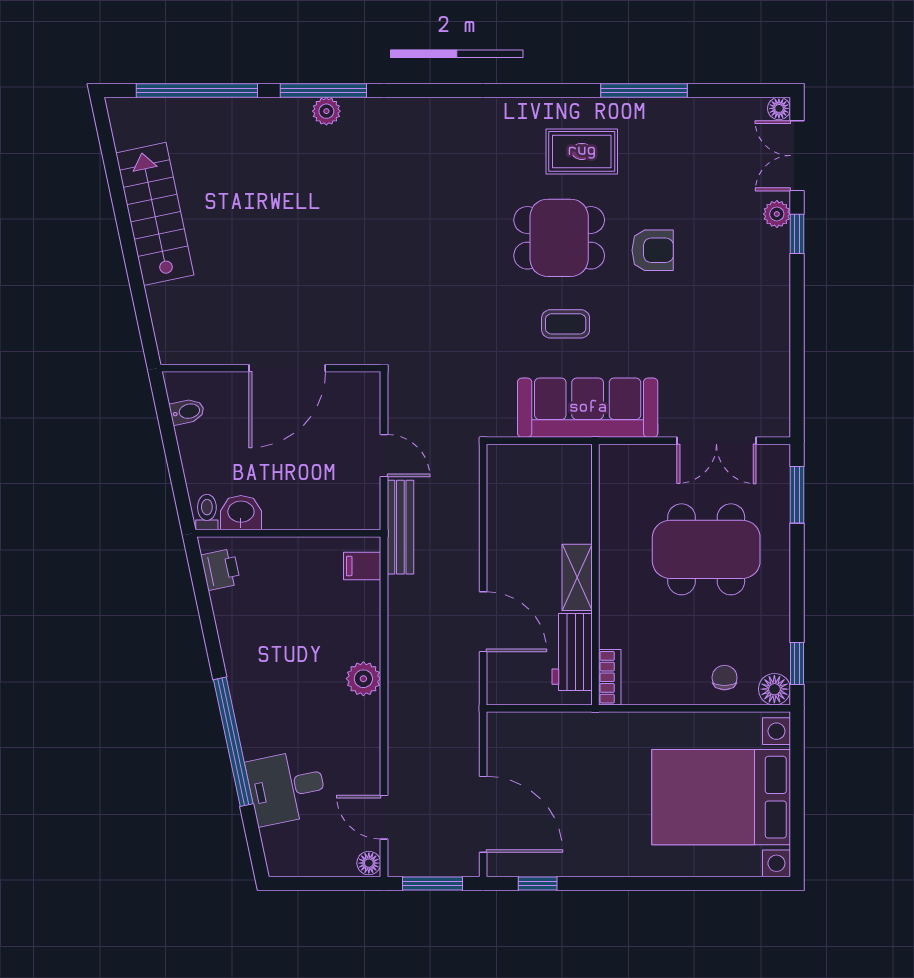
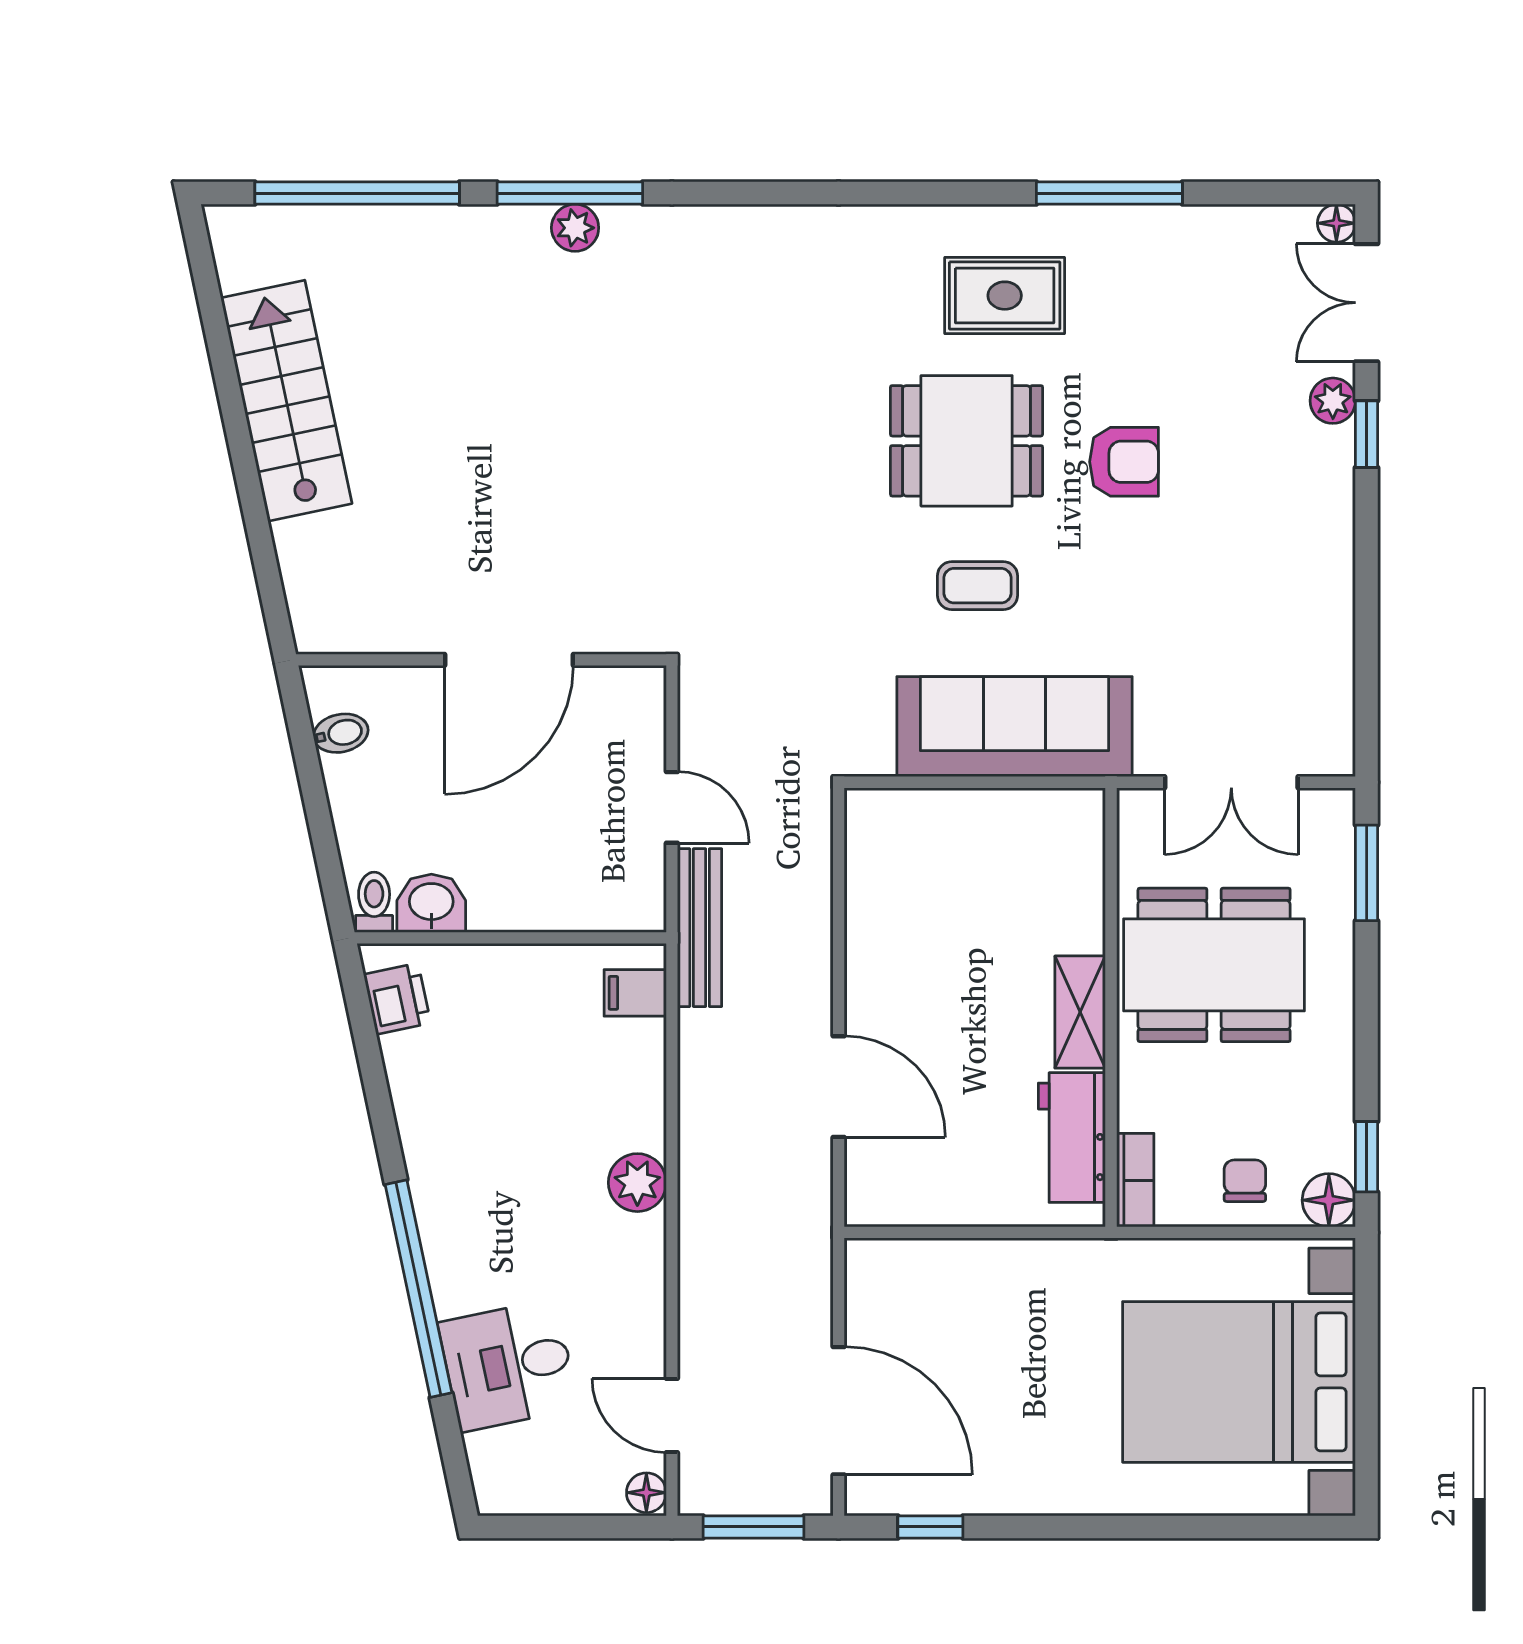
wall: (595, 575) -> (1111, 1007), moved
shelving: (577, 577) -> (1080, 1012), moved
workbench: (572, 652) -> (1072, 1138), moved
bookcase: (610, 677) -> (1135, 1180), moved

